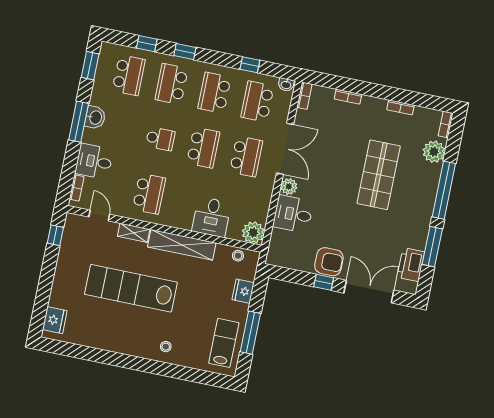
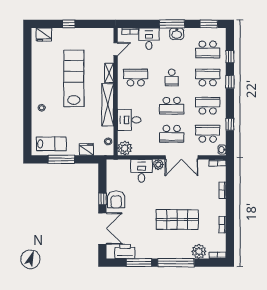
school desk: (149, 194) -> (136, 78), turned 180
window: (55, 235) -> (69, 24), moved

